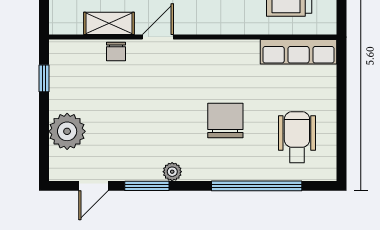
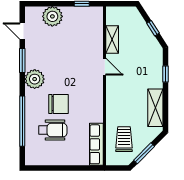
chair: (116, 51) -> (97, 43), removed
wheelchair: (297, 137) -> (53, 130), moved
plant: (172, 172) -> (35, 79), width x1.87, depth x1.87

